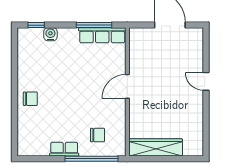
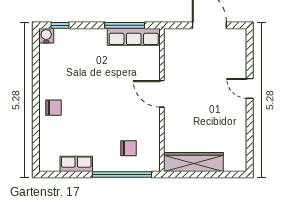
water cooler: (50, 34) -> (46, 36), moved
door: (127, 86) -> (162, 94), hinge flipped
row of seats: (64, 149) -> (76, 164), moved

